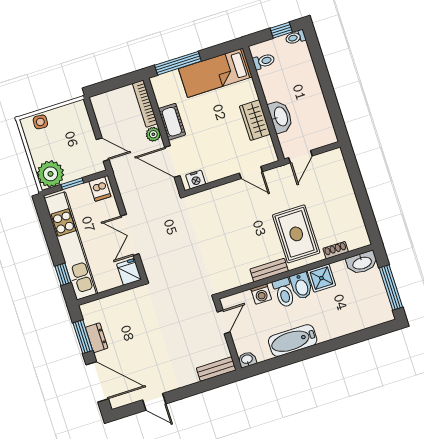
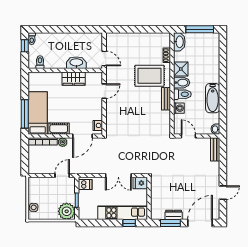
bed: (215, 73) -> (38, 113), moved, turned 180
kitchen unit: (71, 246) -> (123, 213), width x0.73

